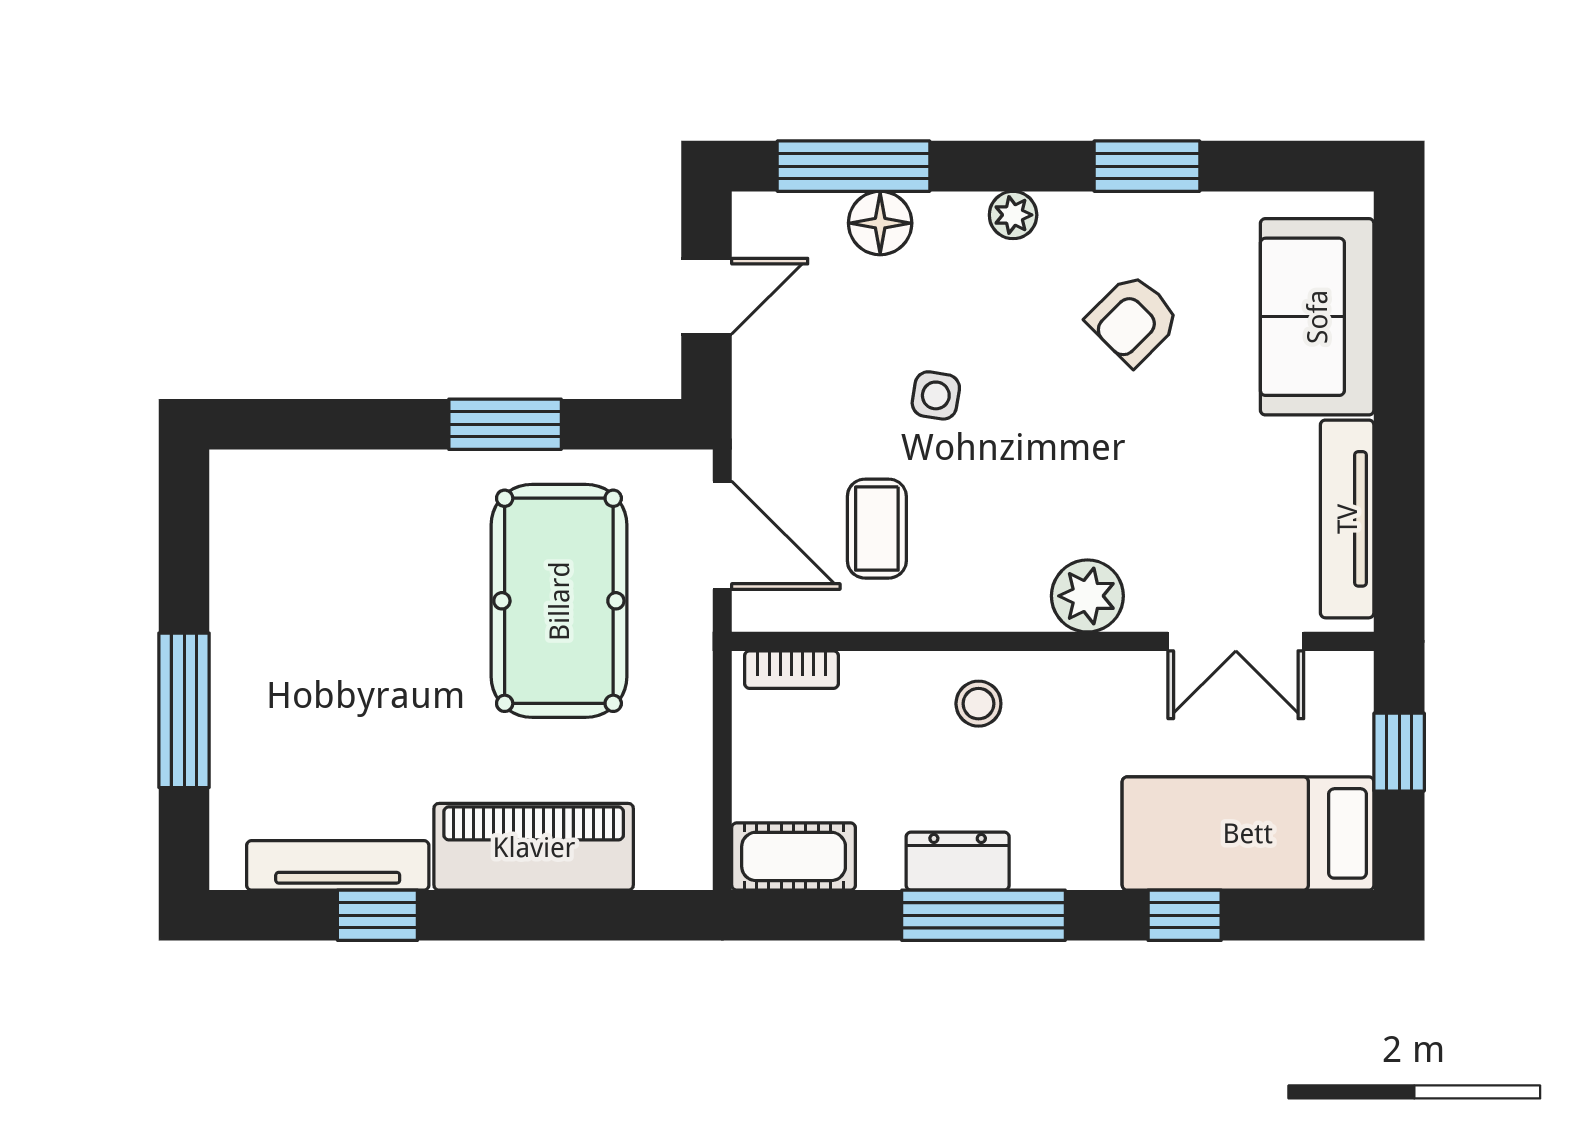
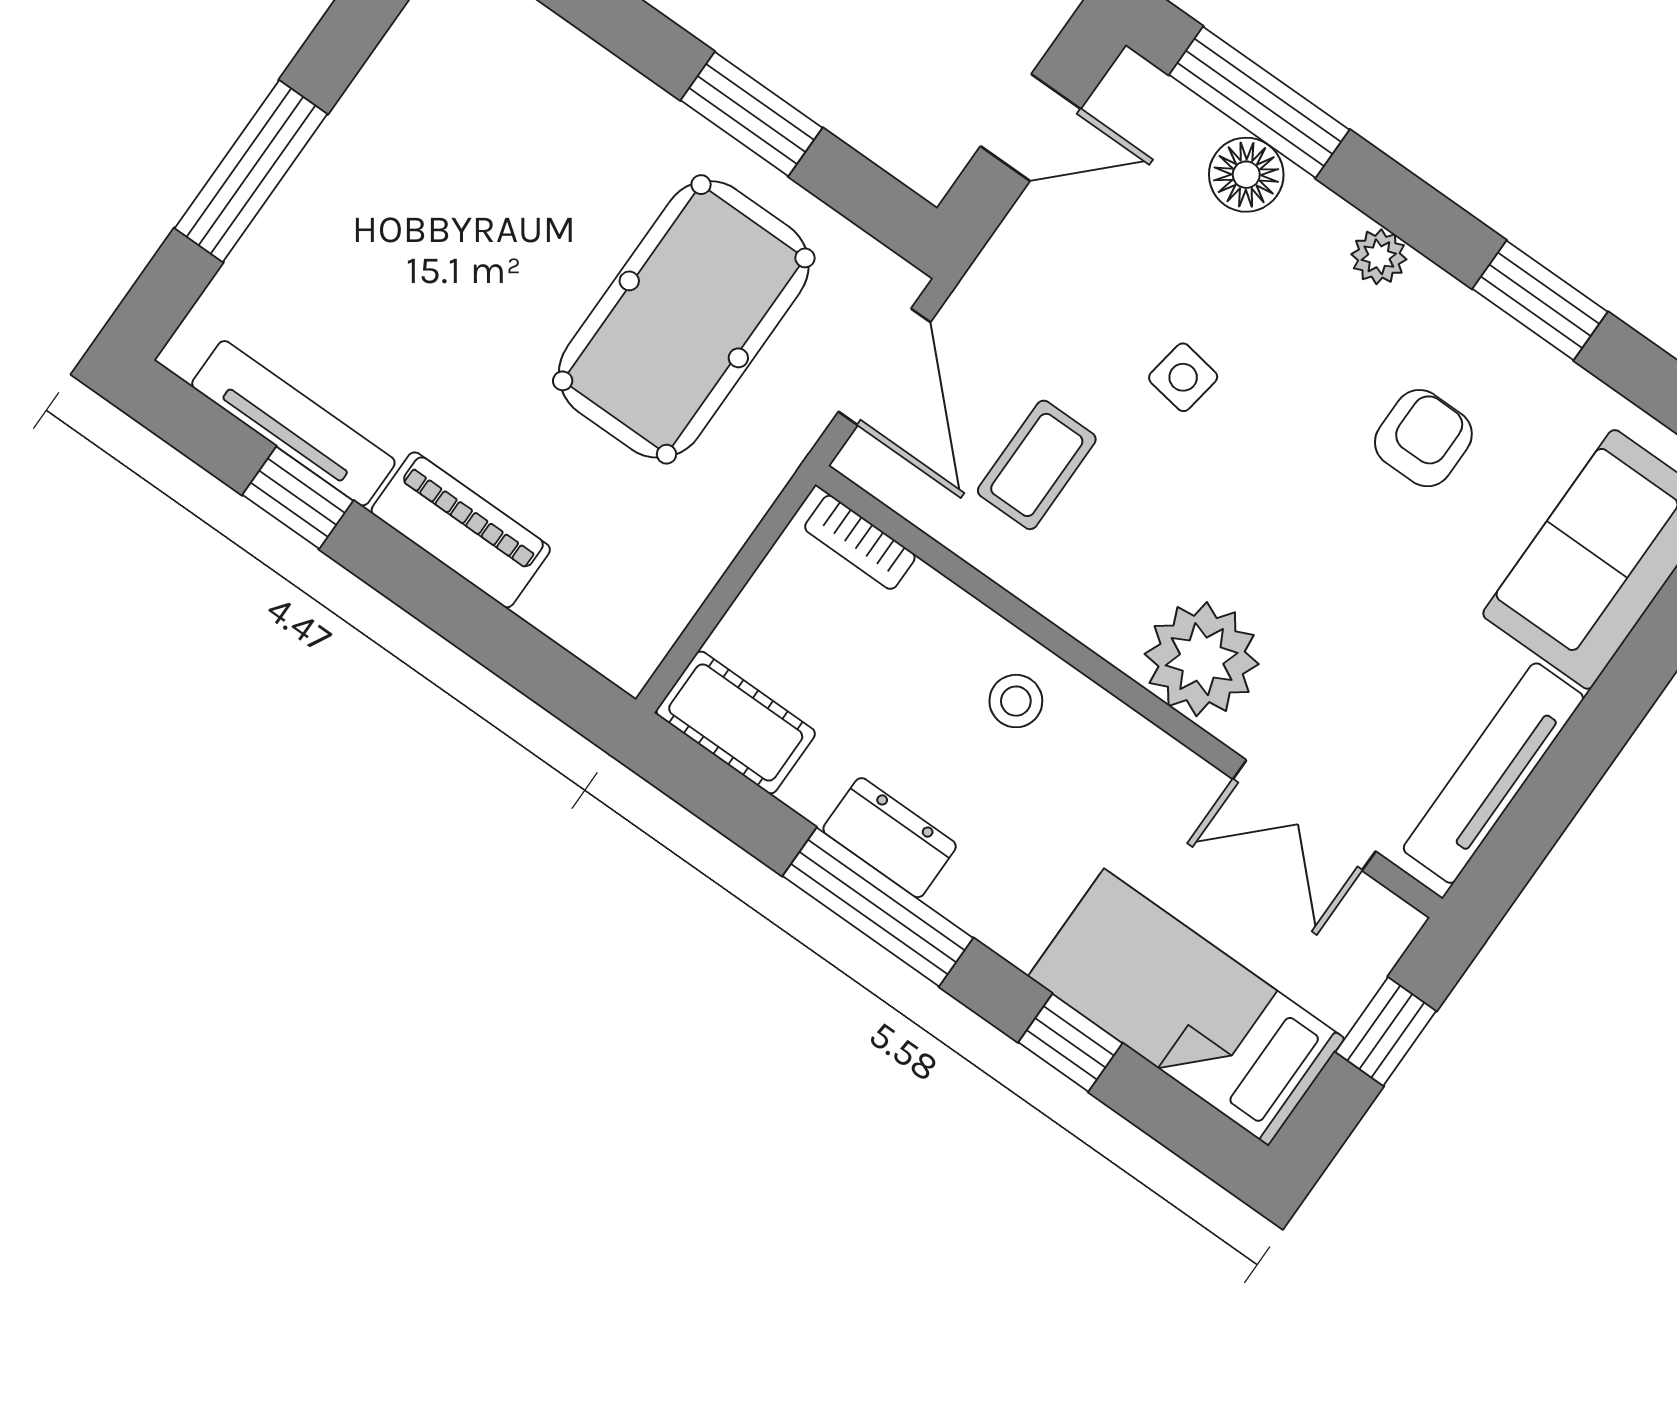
armchair: (1133, 320) -> (1423, 438), turned 135
plant: (1087, 596) -> (1202, 659), width x1.36, depth x1.36
piano: (534, 847) -> (461, 530), width x0.73, depth x0.75

